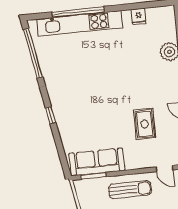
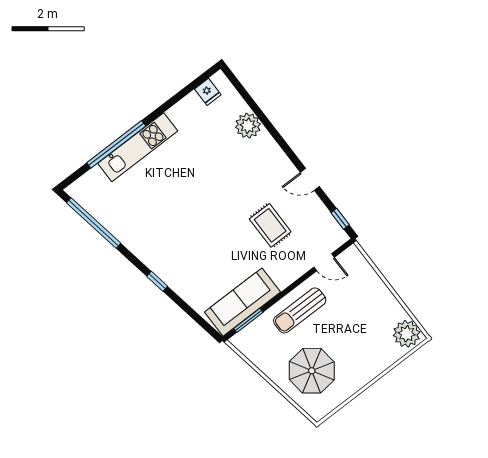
fridge: (139, 16) -> (208, 92), moved
kitchen unit: (80, 23) -> (138, 147), width x0.73
sun lounger: (130, 190) -> (300, 310), turned 180

